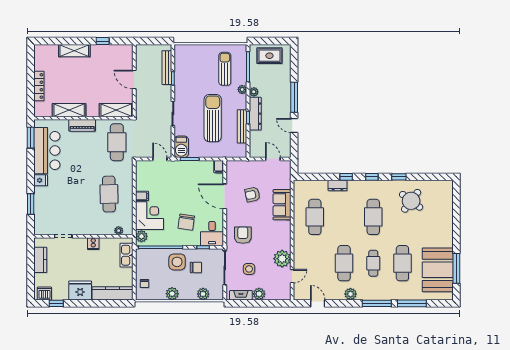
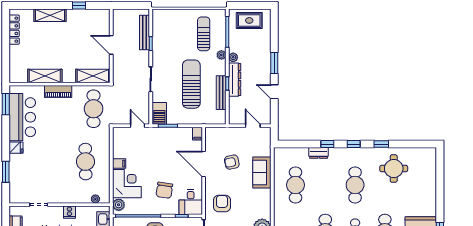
locker: (39, 86) -> (14, 30), moved
window: (294, 97) -> (274, 63), width x0.69
round table: (411, 201) -> (394, 169), turned -37

